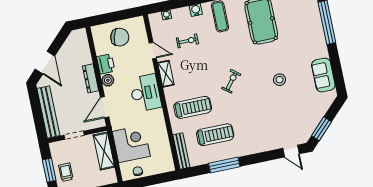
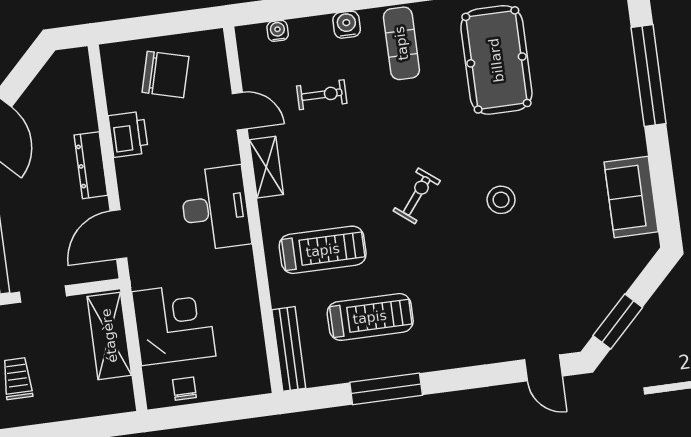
plant: (108, 80) -> (130, 172), removed
stool: (280, 80) -> (501, 200), moved

